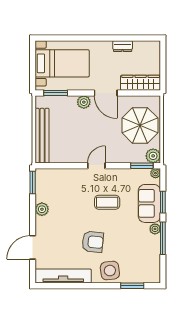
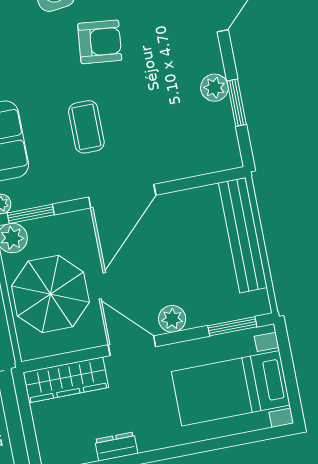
door: (96, 166) -> (122, 196), width x1.87
window: (33, 182) -> (237, 103), moved
coffee table: (107, 202) -> (86, 127), turned 90
armchair: (93, 242) -> (100, 42), turned 180

